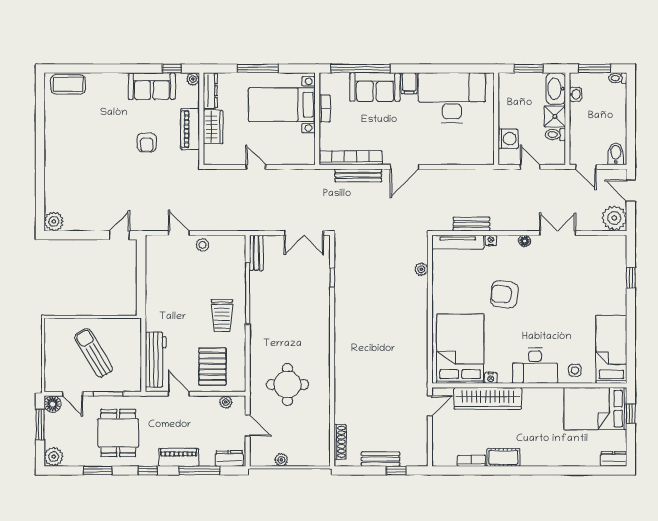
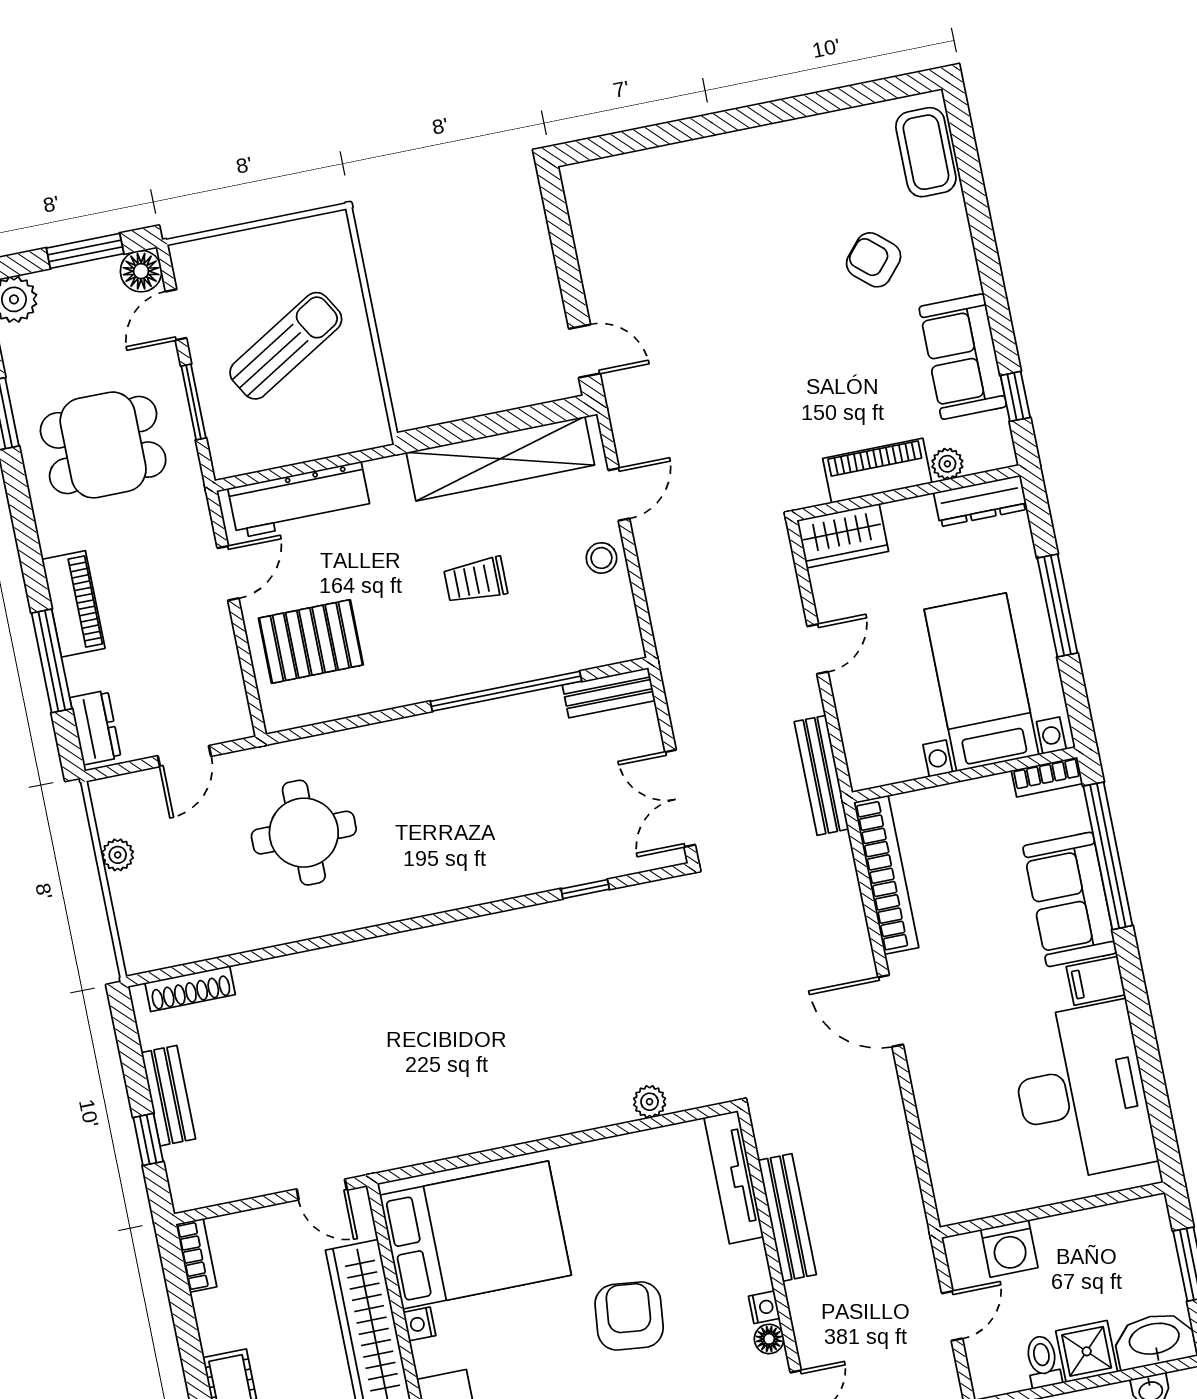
plant: (193, 79) -> (947, 464), moved
bookcase: (325, 108) -> (1047, 777), moved
wardrobe: (213, 127) -> (843, 536), moved
armchair: (147, 142) -> (874, 260), moved, turned 41
bench: (358, 175) -> (822, 775), moved
plant: (54, 221) -> (586, 185), removed
bench: (471, 224) -> (787, 1217), width x1.36
nightstand: (491, 240) -> (764, 1307), moved
shelving: (155, 277) -> (500, 459), added
trolley: (222, 316) -> (476, 580), moved, width x0.73, depth x0.72
plant: (226, 402) -> (231, 691), removed
bookcase: (471, 461) -> (196, 1255), moved
window: (148, 470) -> (26, 535), removed

